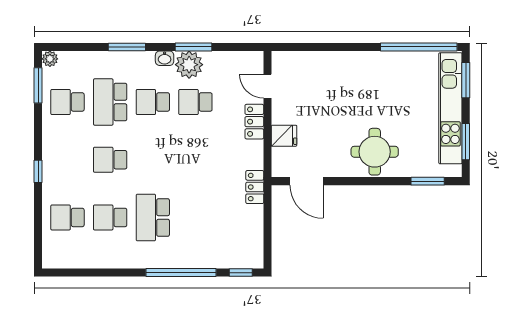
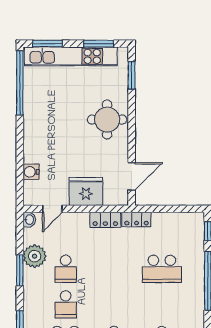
washbasin: (165, 58) -> (29, 220), moved
water cooler: (312, 60) -> (31, 172), added
plant: (189, 65) -> (35, 256), moved
locker: (254, 122) -> (105, 220), moved
fridge: (284, 136) -> (86, 191), width x1.88, depth x1.34
school desk: (153, 217) -> (162, 269), moved

